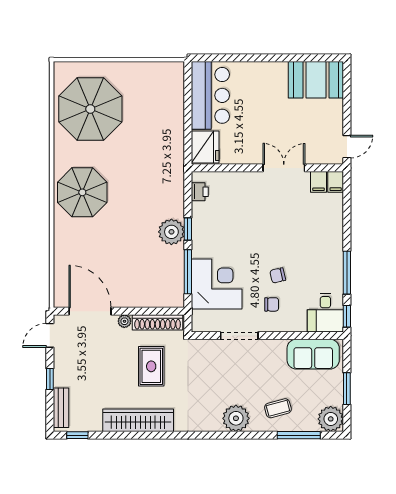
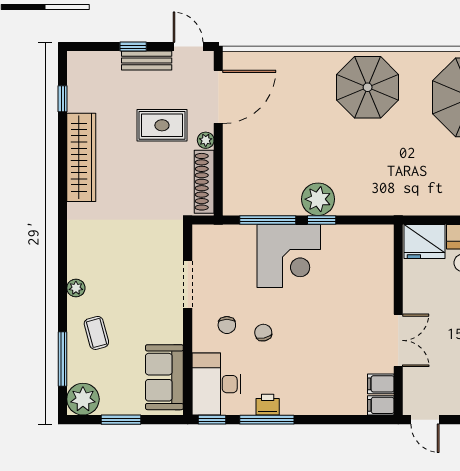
printer: (200, 192) -> (268, 405), moved, turned 180
corner desk: (217, 284) -> (289, 256), moved
desk: (325, 313) -> (216, 384), width x1.37
rug: (151, 366) -> (162, 125), moved
bench: (61, 408) -> (147, 61), moved
plant: (236, 418) -> (76, 288), width x0.53, depth x0.53
window: (77, 435) -> (63, 99), moved

